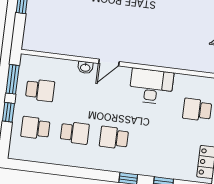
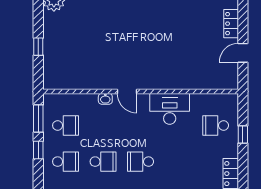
door: (109, 63) -> (127, 91), hinge flipped
school desk: (35, 128) -> (66, 162), turned 180

